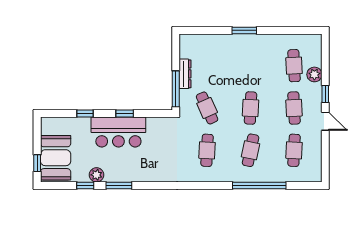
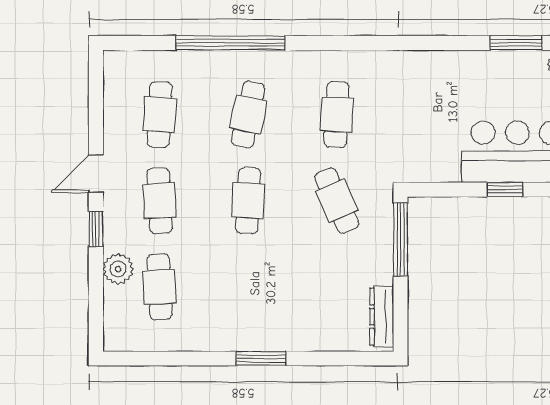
dresser: (185, 74) -> (382, 317), moved
door: (325, 121) -> (96, 174), hinge flipped

